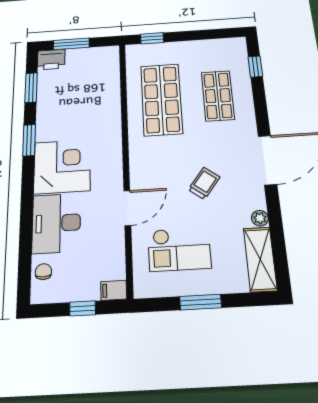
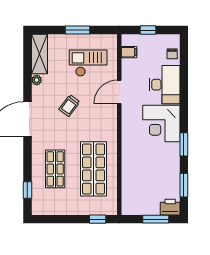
filing cabinet: (114, 290) -> (129, 52), moved

